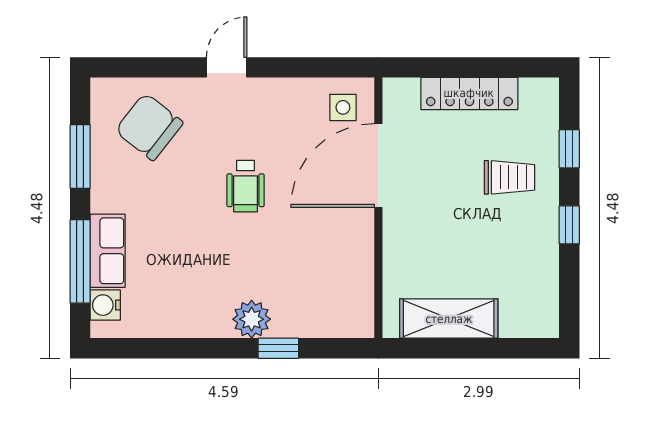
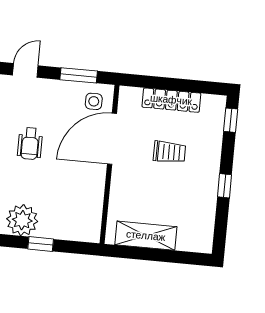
window: (314, 67) -> (79, 75), added
window: (569, 149) -> (231, 120), moved
trolley: (510, 177) -> (169, 152), moved
plant: (252, 319) -> (22, 220), width x1.36, depth x1.36

